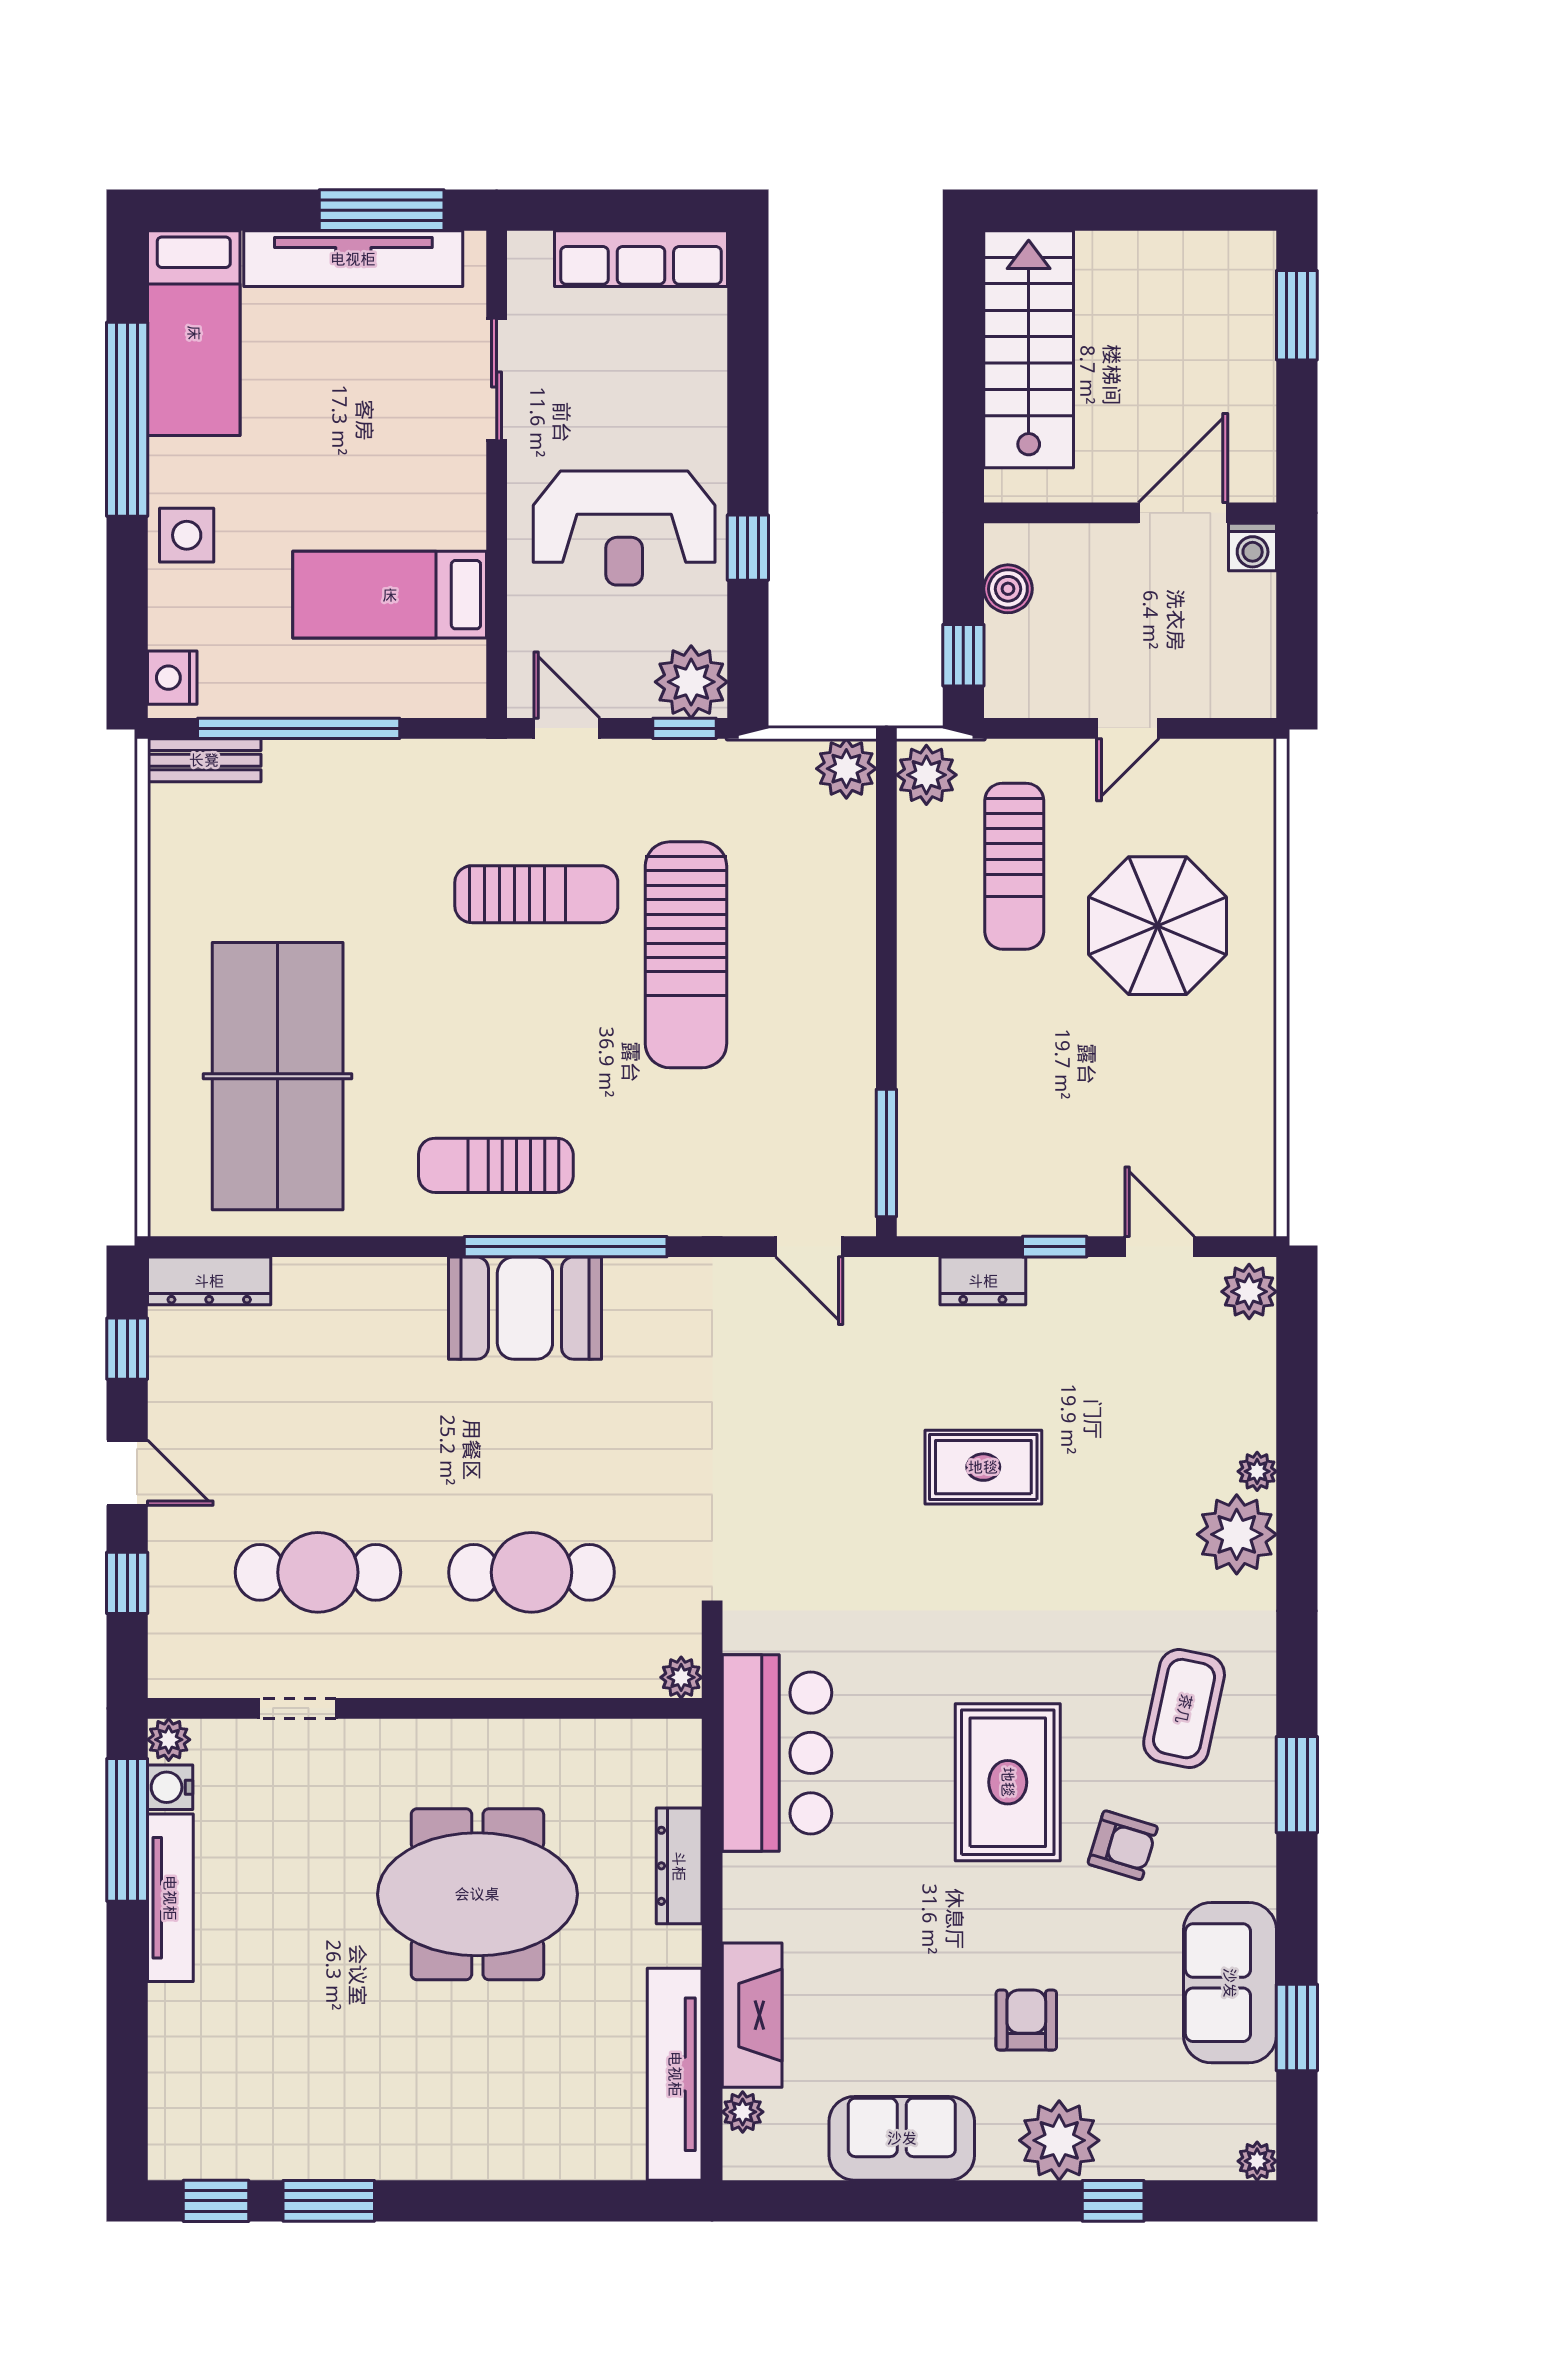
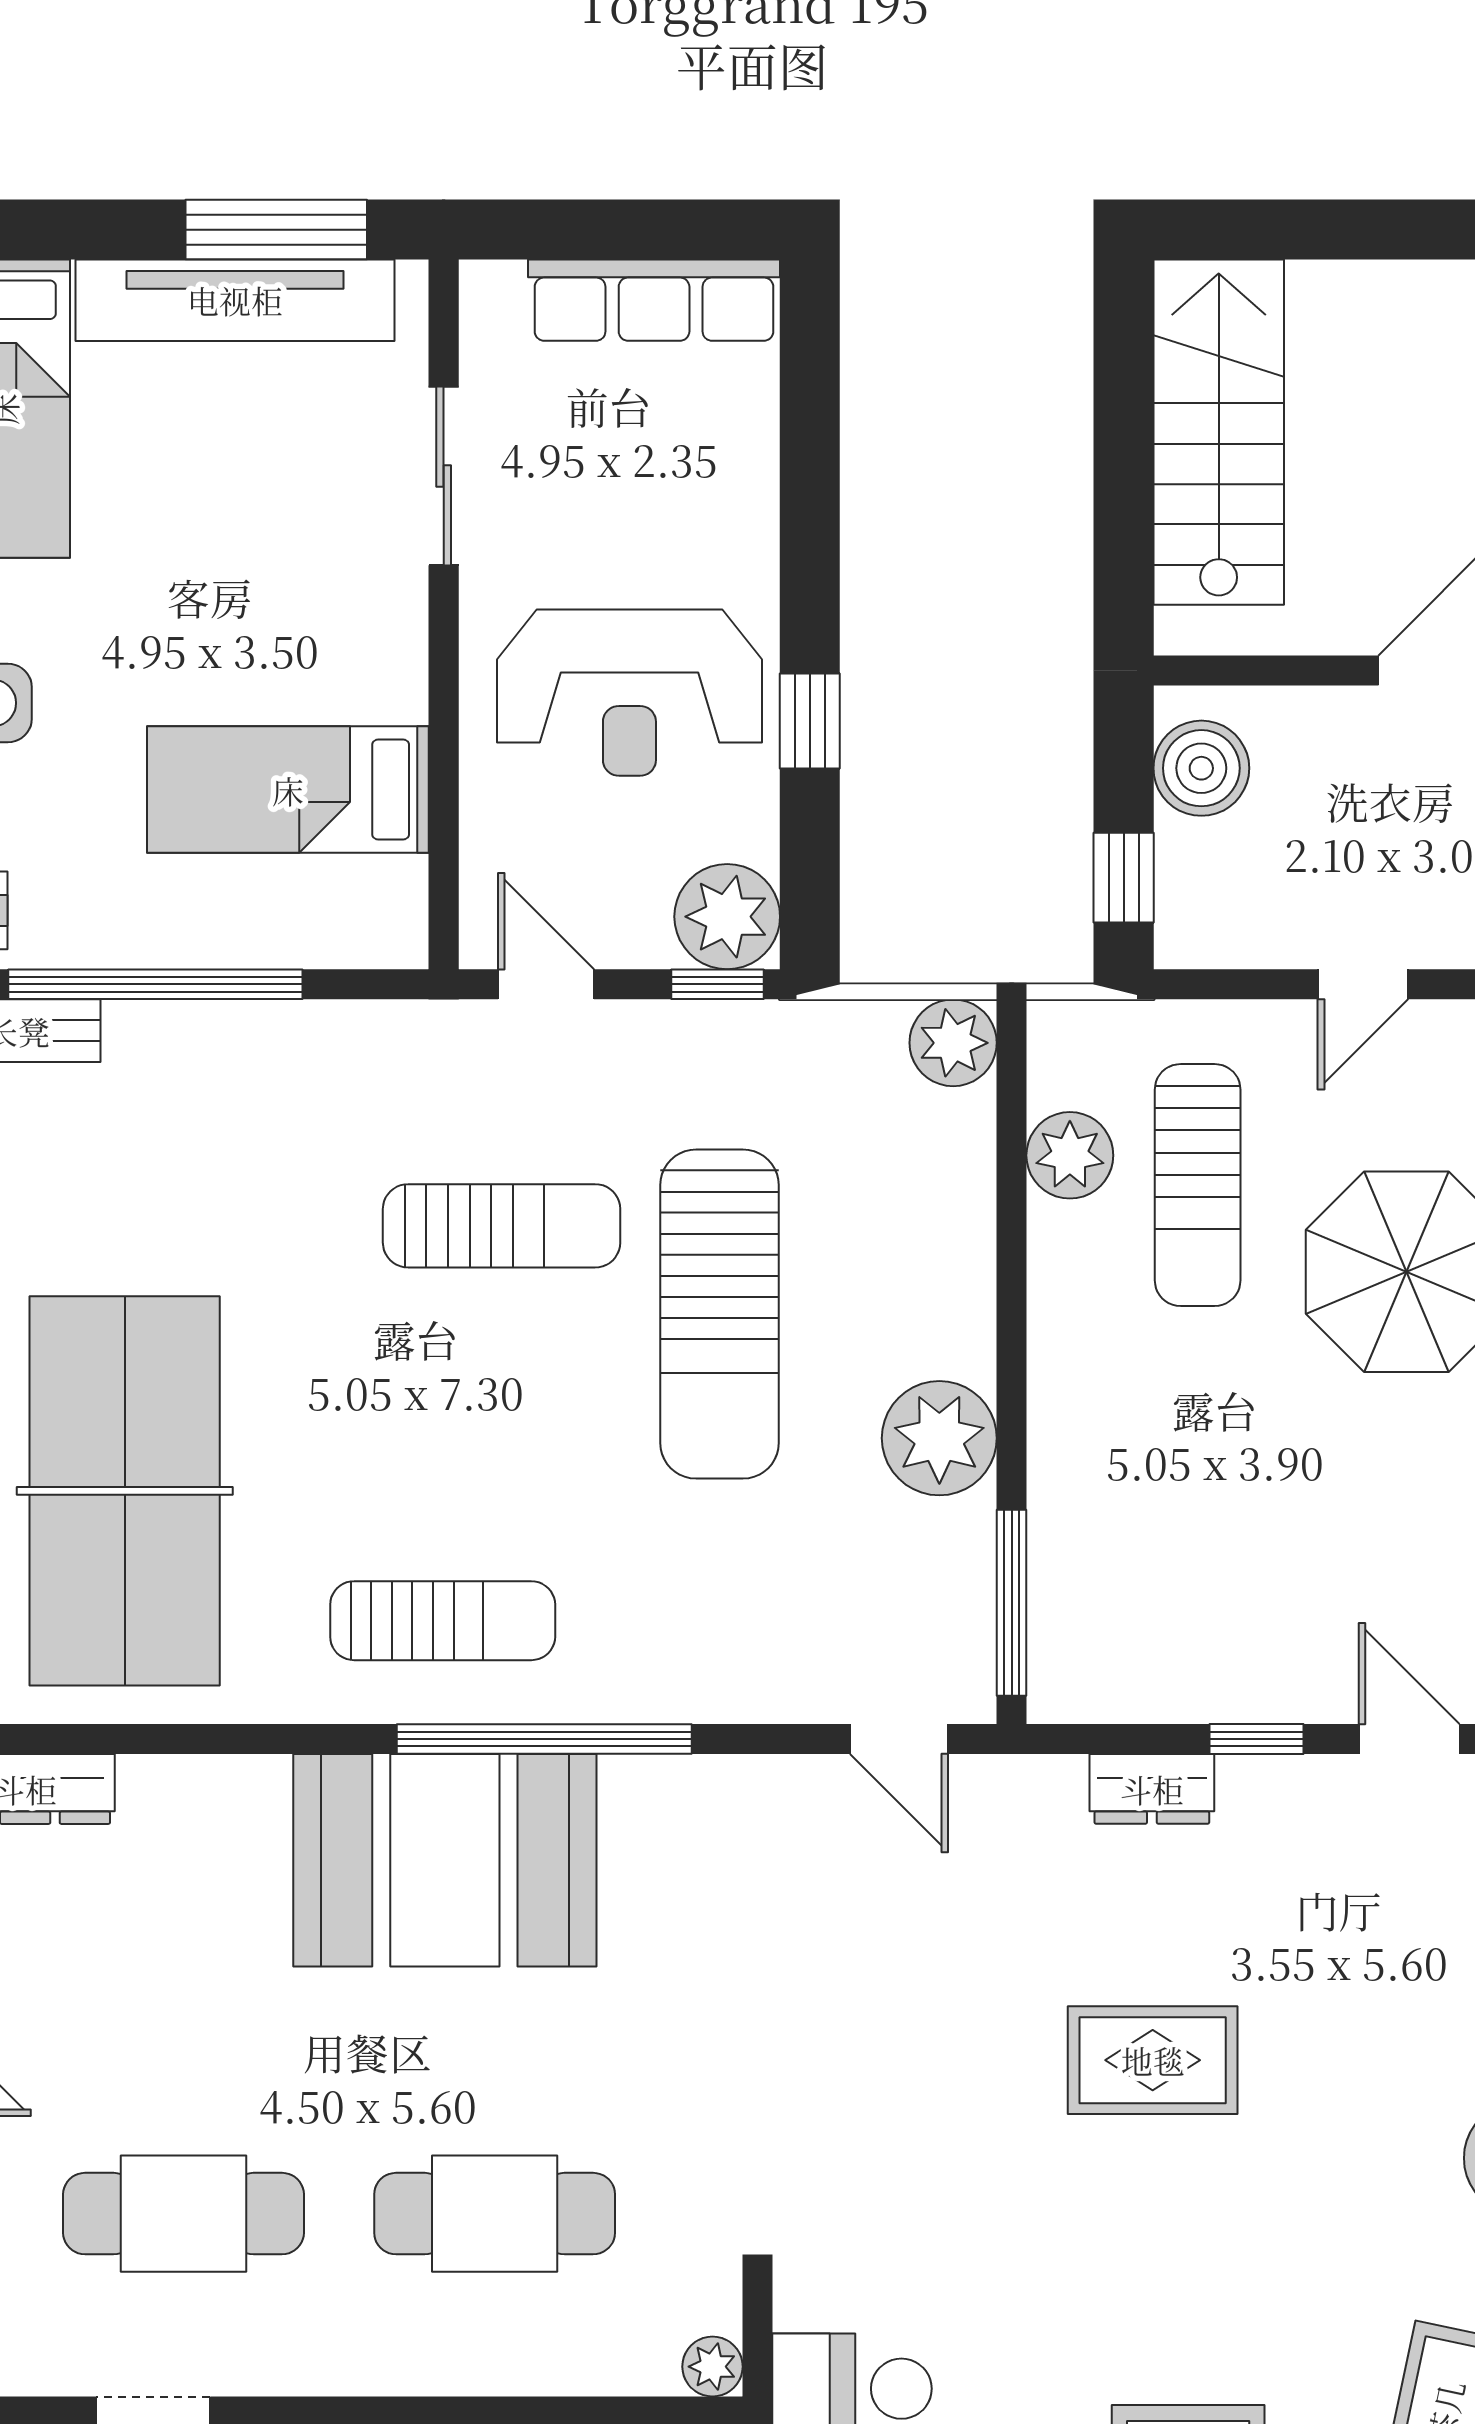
boiler: (1008, 589) -> (1201, 768), width x1.36, depth x1.36
plant: (926, 775) -> (1070, 1155), moved
plant: (837, 1040) -> (939, 1438), added
sun lounger: (496, 1165) -> (443, 1621), turned 180
booth: (525, 1308) -> (445, 1860), width x1.36, depth x1.42

